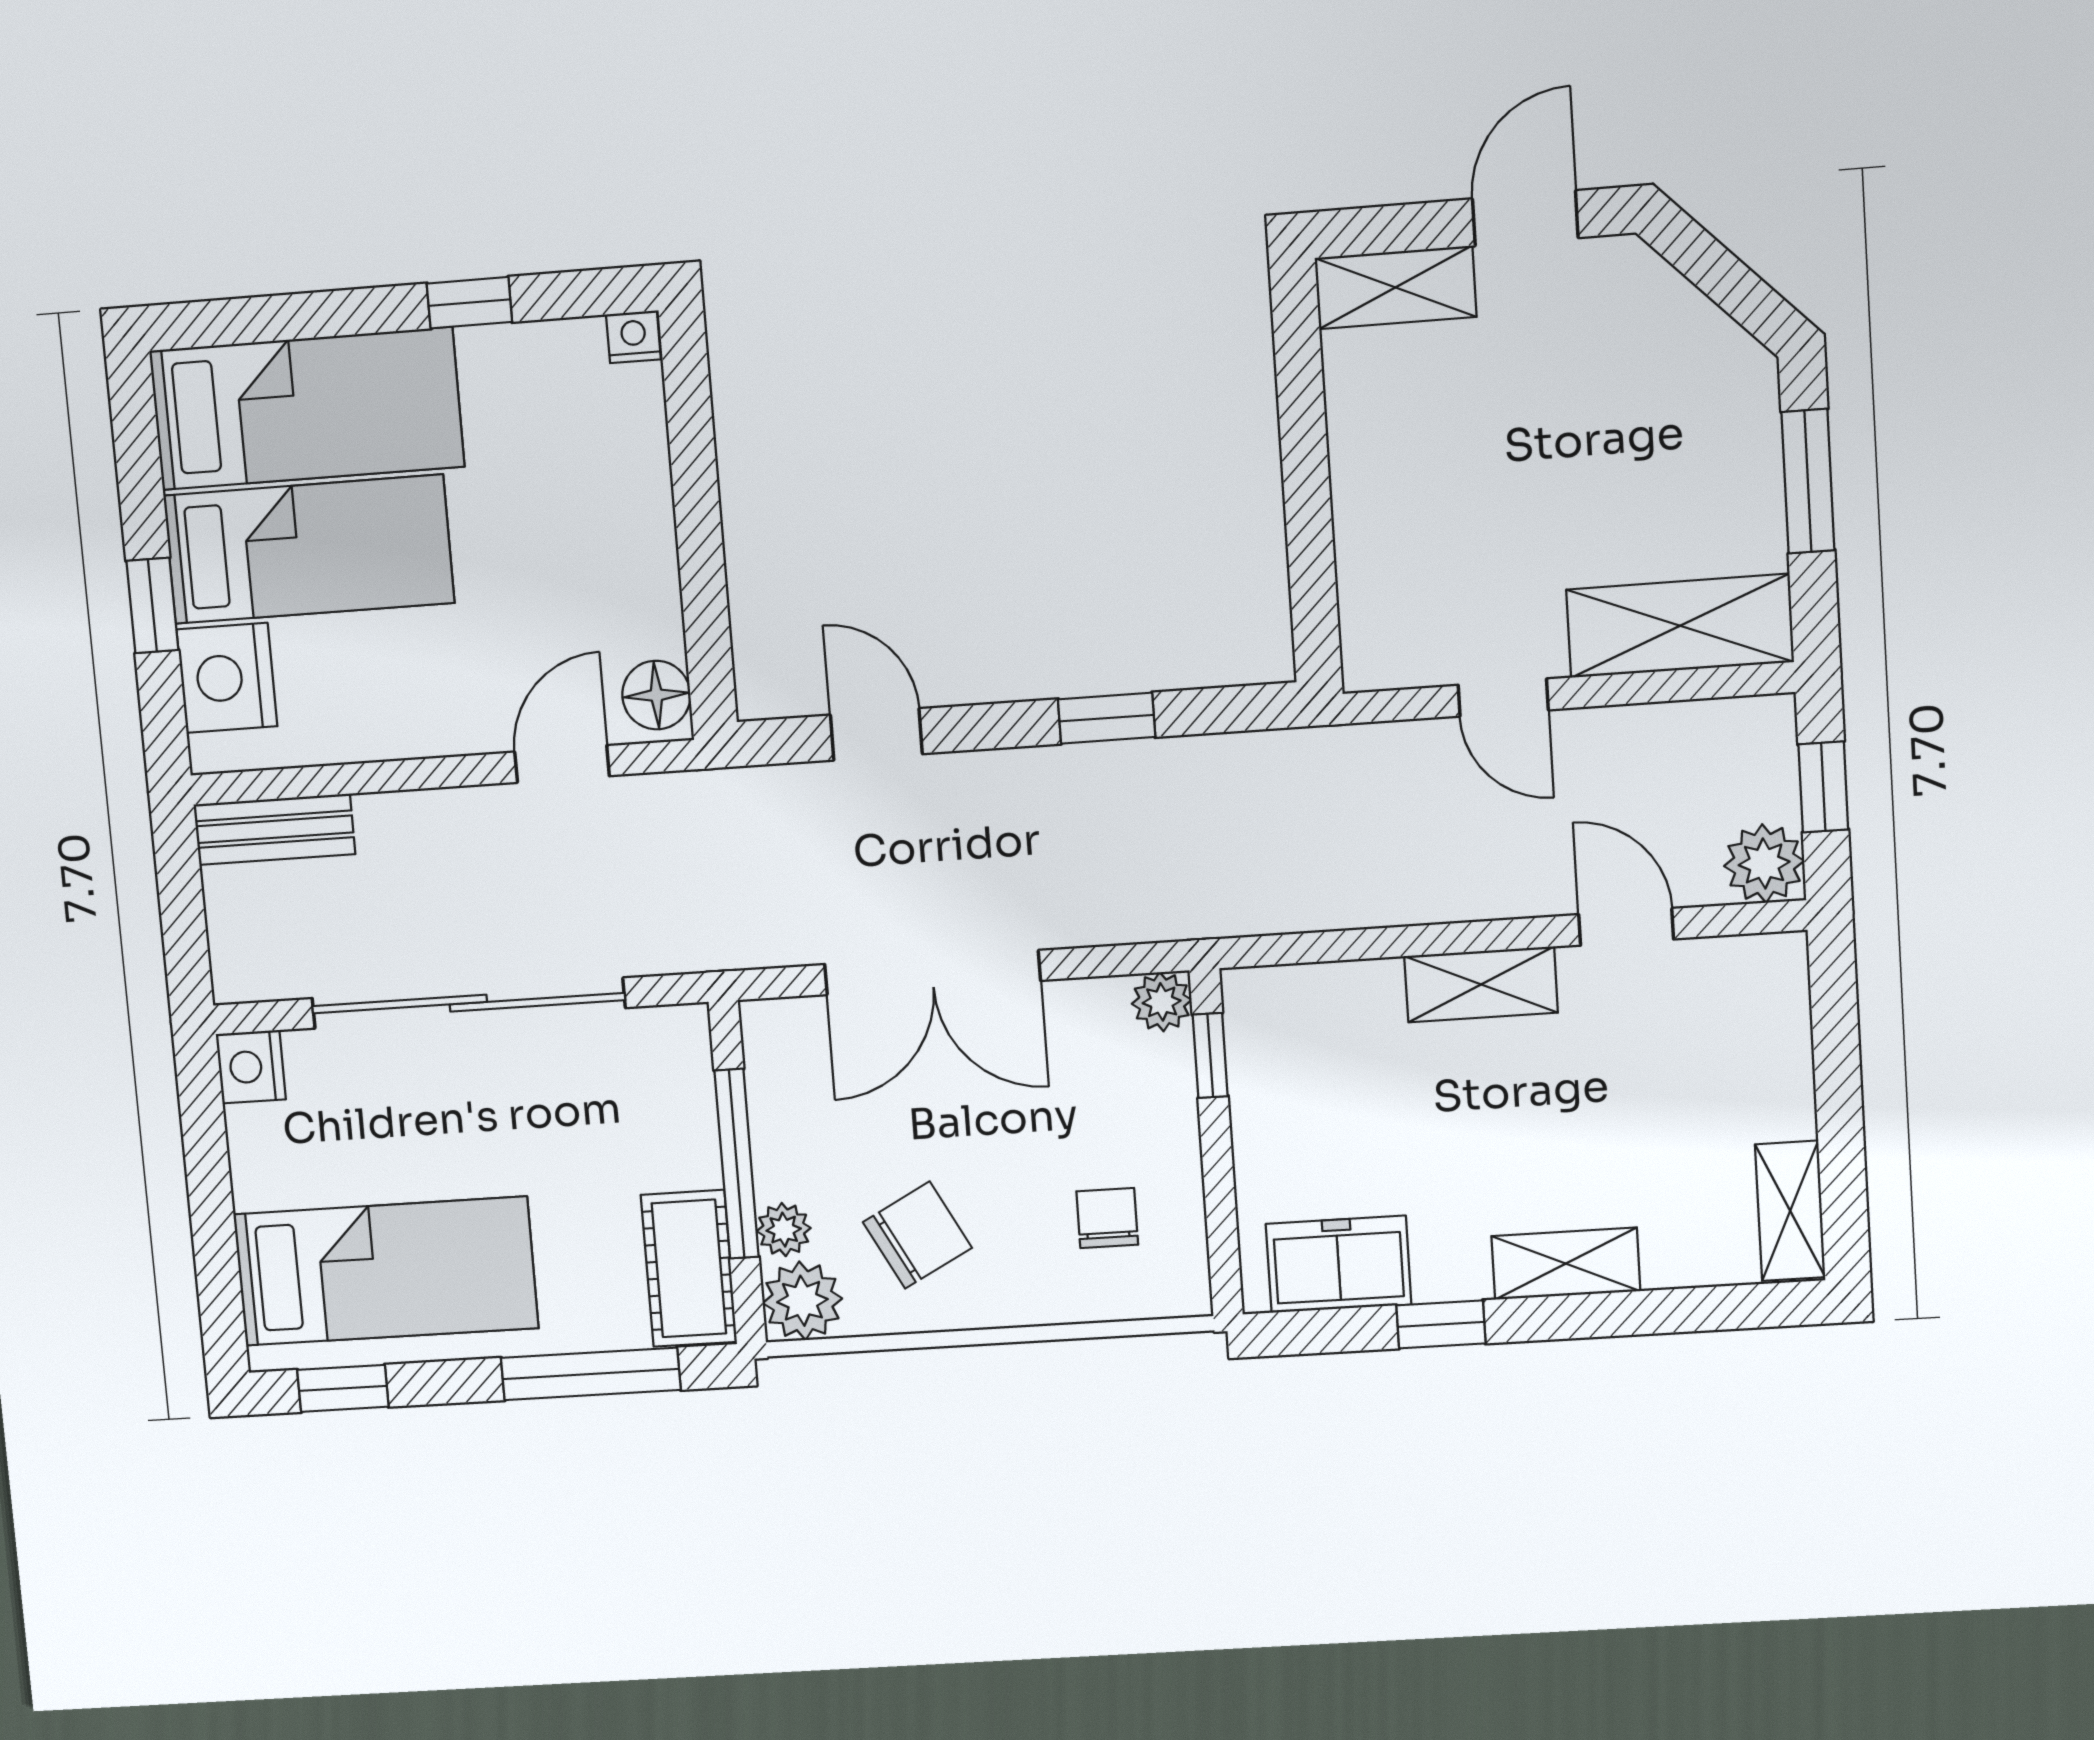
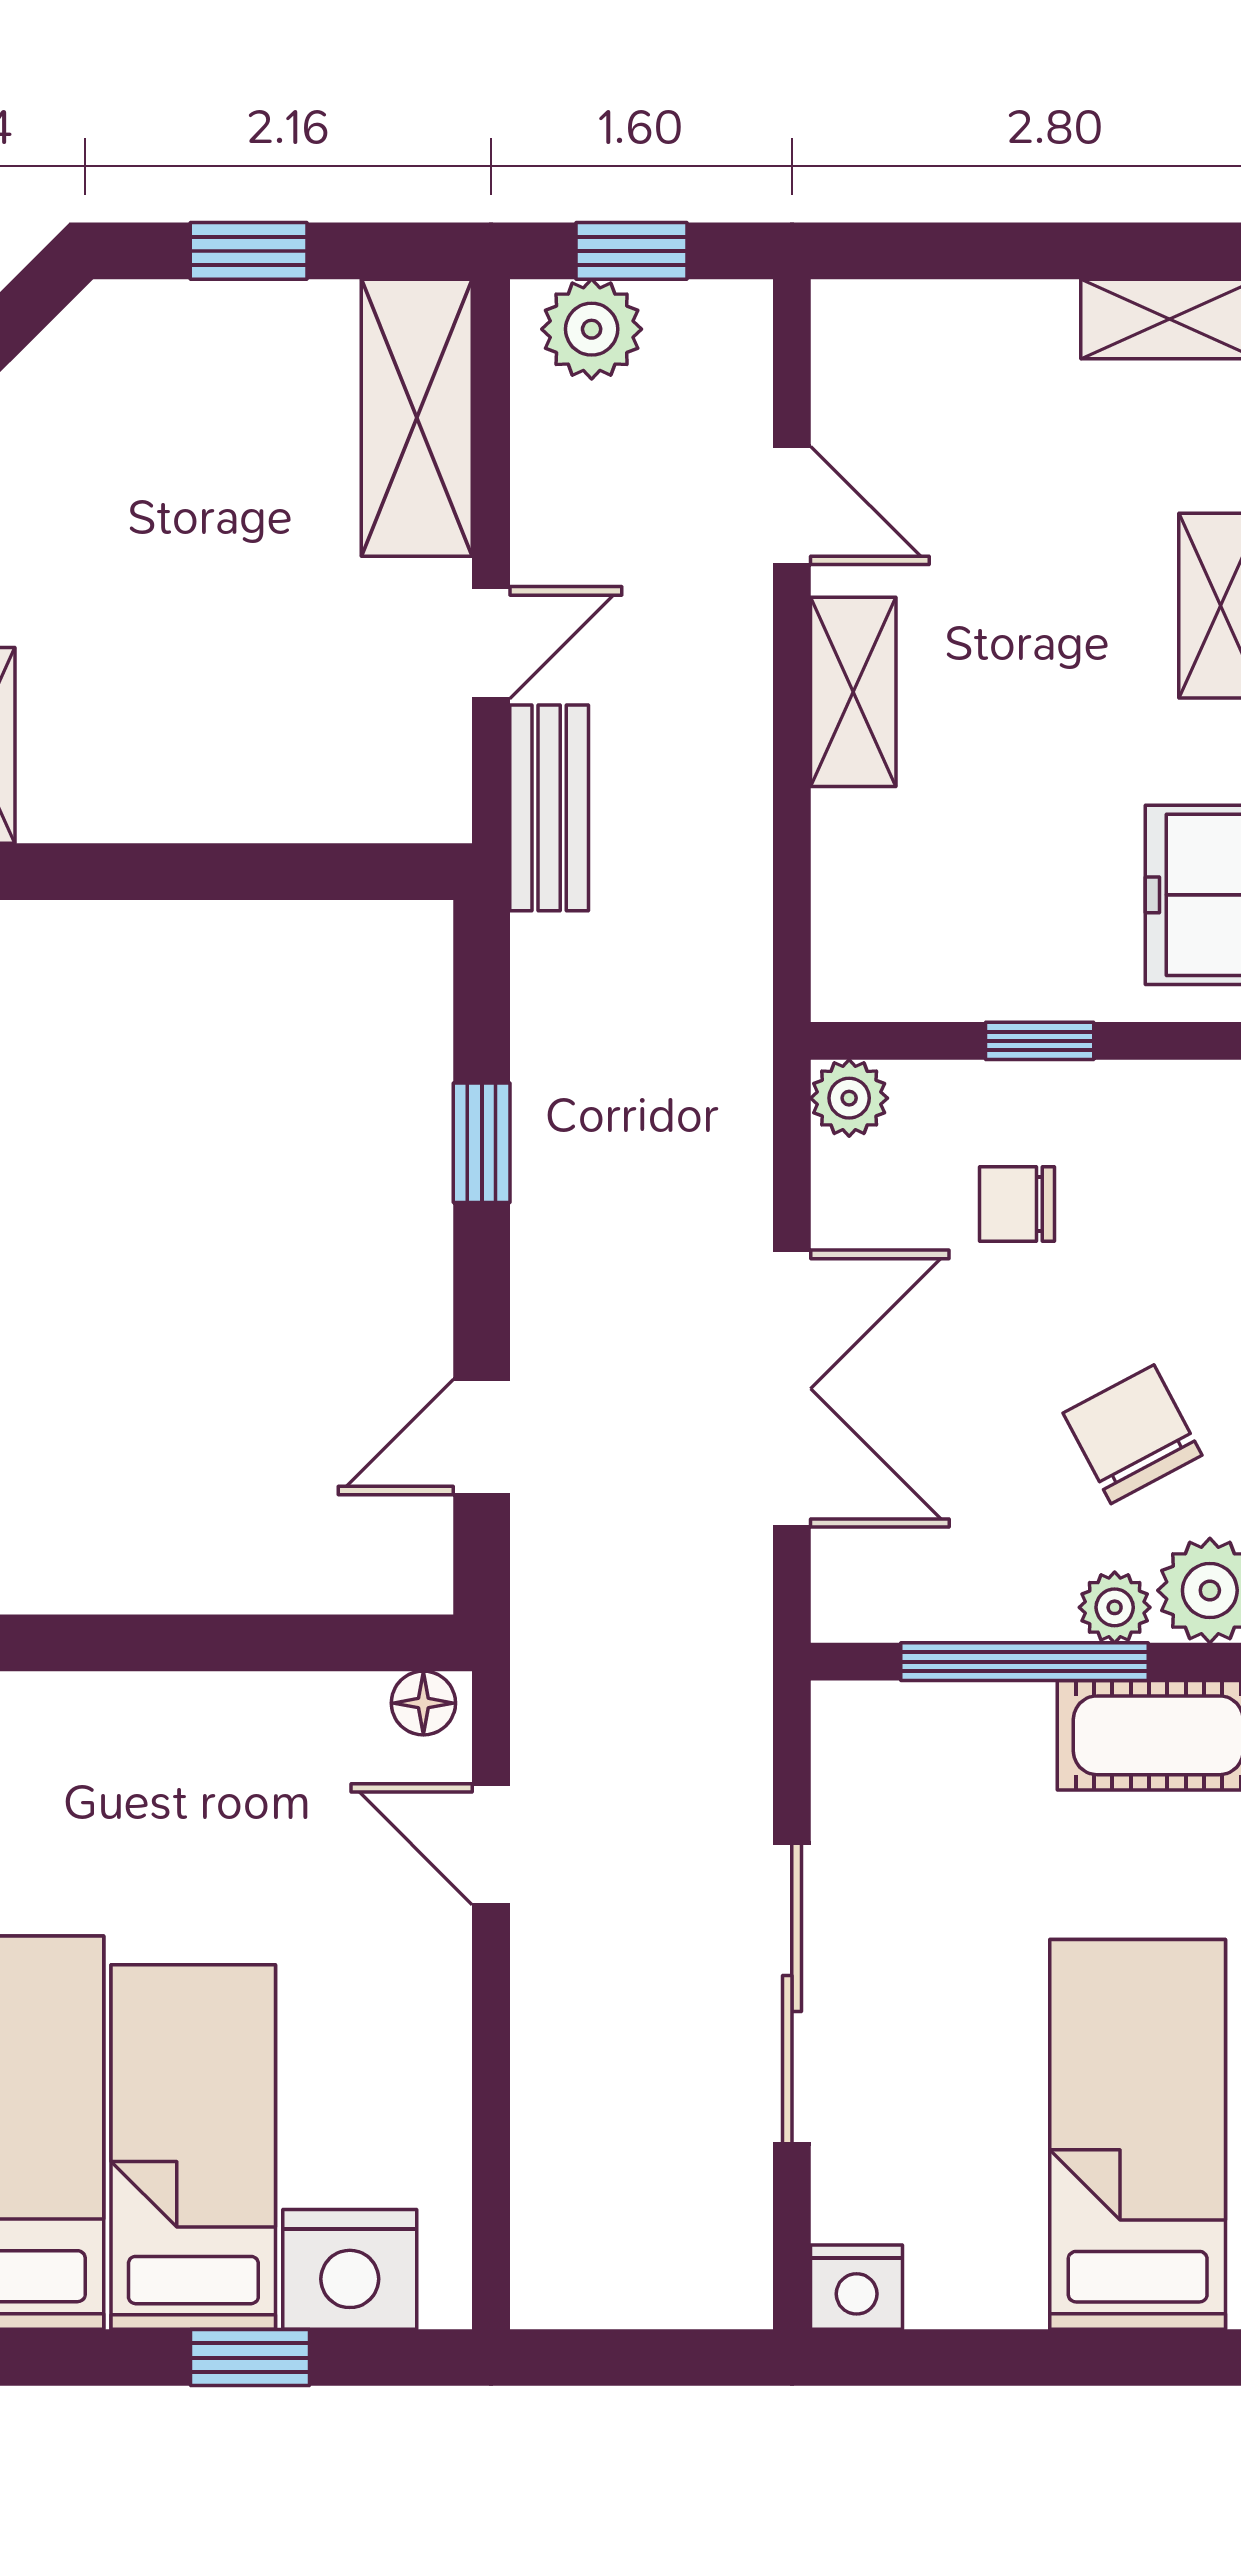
window: (1808, 481) -> (249, 251), width x0.67
floor lamp: (656, 695) -> (423, 1703), width x0.73, depth x0.73
bench: (274, 829) -> (549, 808), moved
plant: (1764, 863) -> (592, 329), moved
door: (1626, 927) -> (792, 505), swing flipped
sliding door: (468, 1003) -> (792, 1994), width x0.73
window: (1210, 1055) -> (1040, 1041), moved
chair: (1107, 1218) -> (1017, 1204), moved

